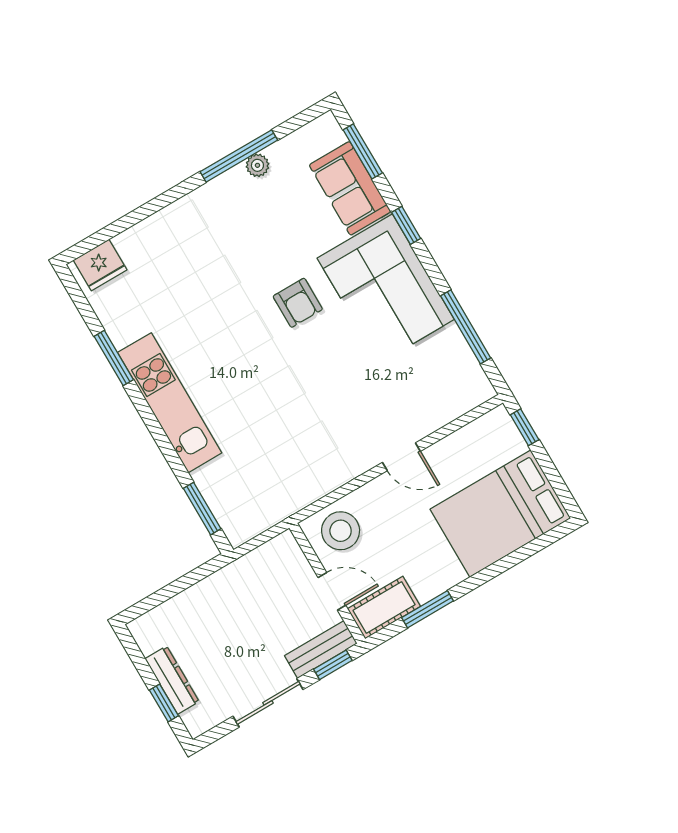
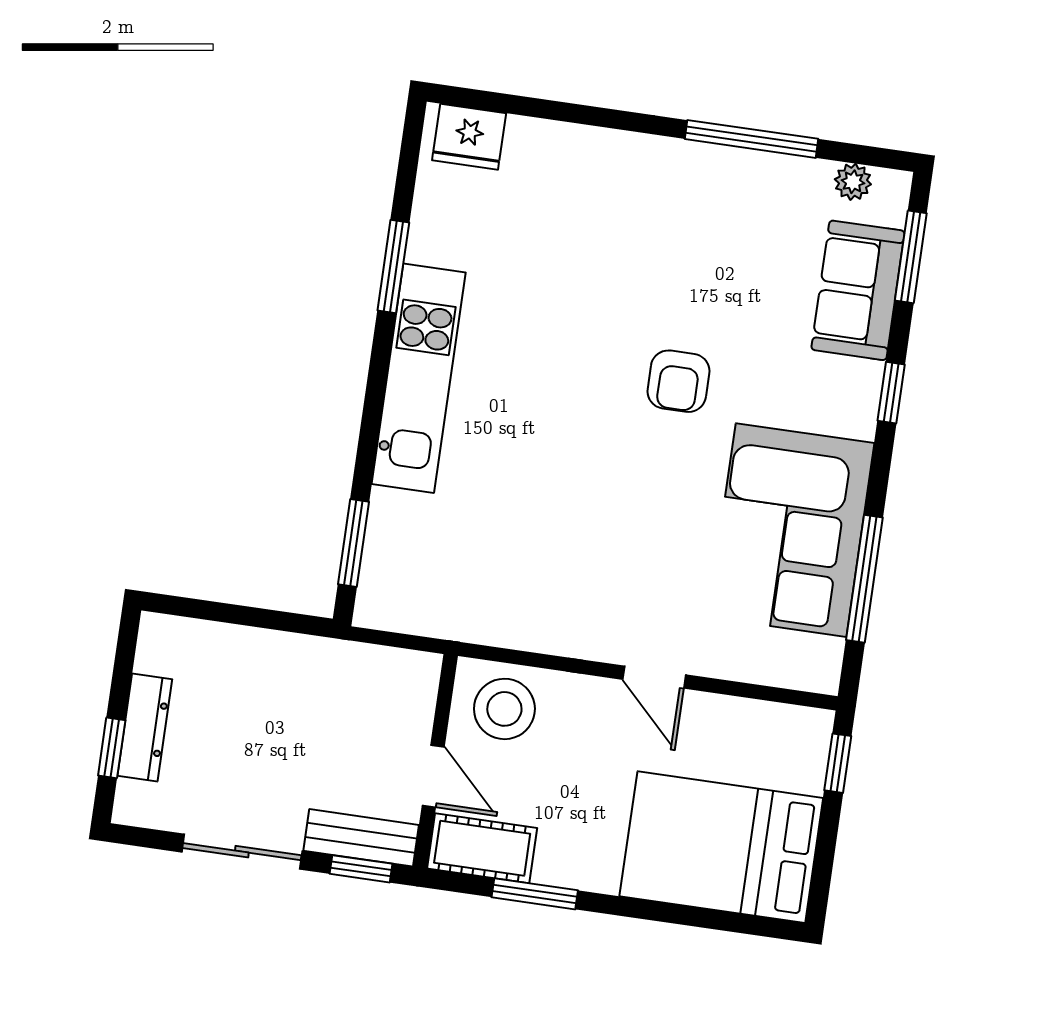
plant: (257, 165) -> (853, 182), moved
corner sofa: (386, 289) -> (791, 530), moved

